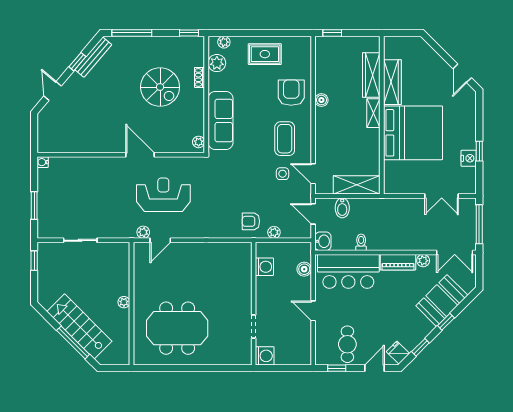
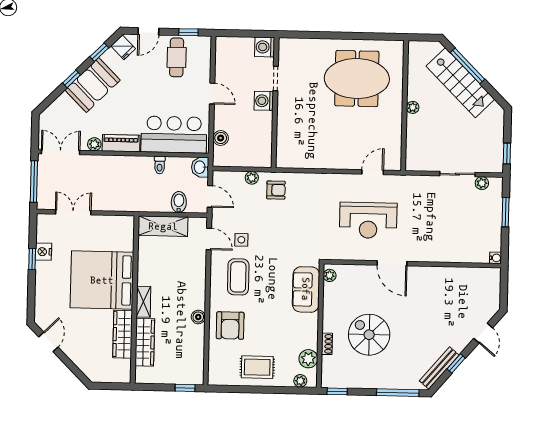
sofa: (221, 121) -> (306, 289), width x0.73
plant: (143, 232) -> (482, 183), moved
washing machine: (264, 267) -> (264, 101), moved
booth: (442, 301) -> (93, 85), moved

